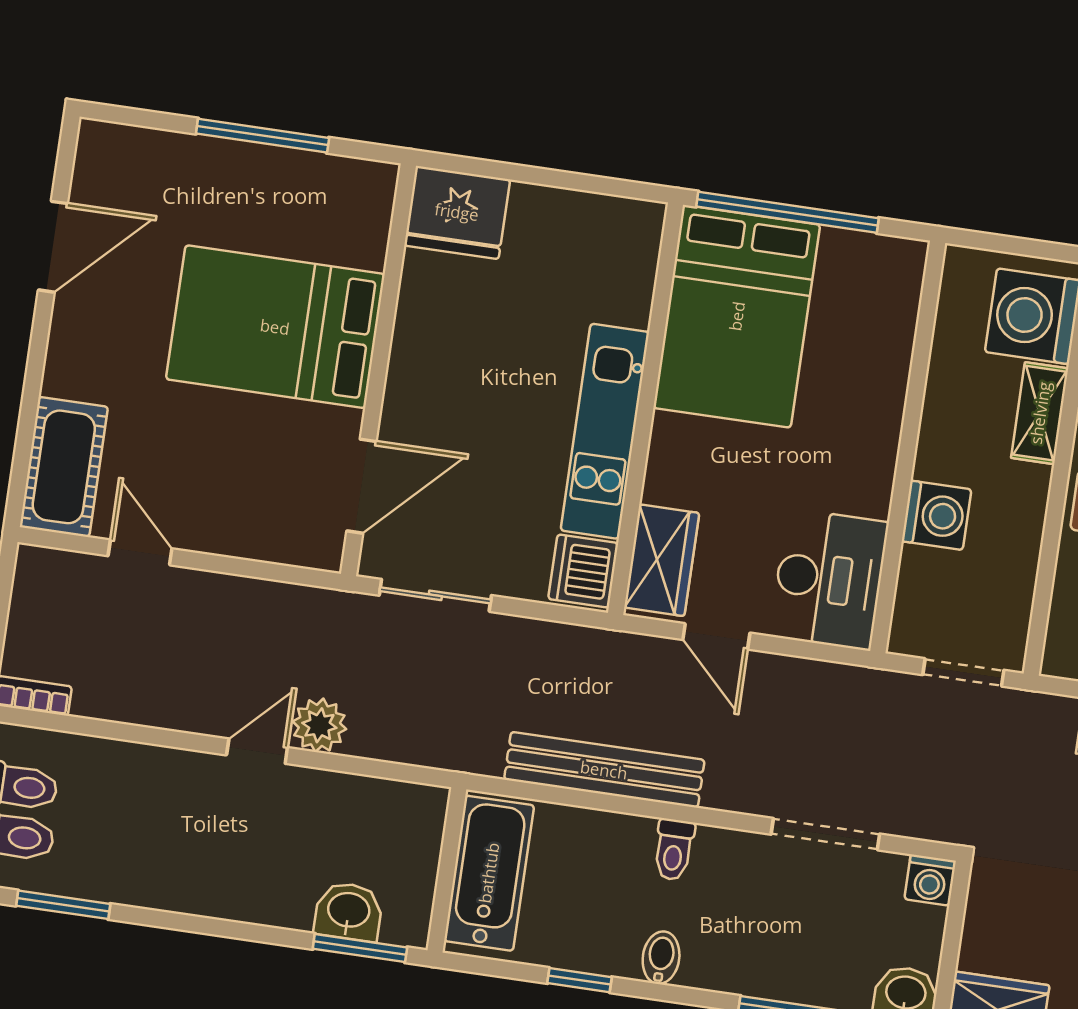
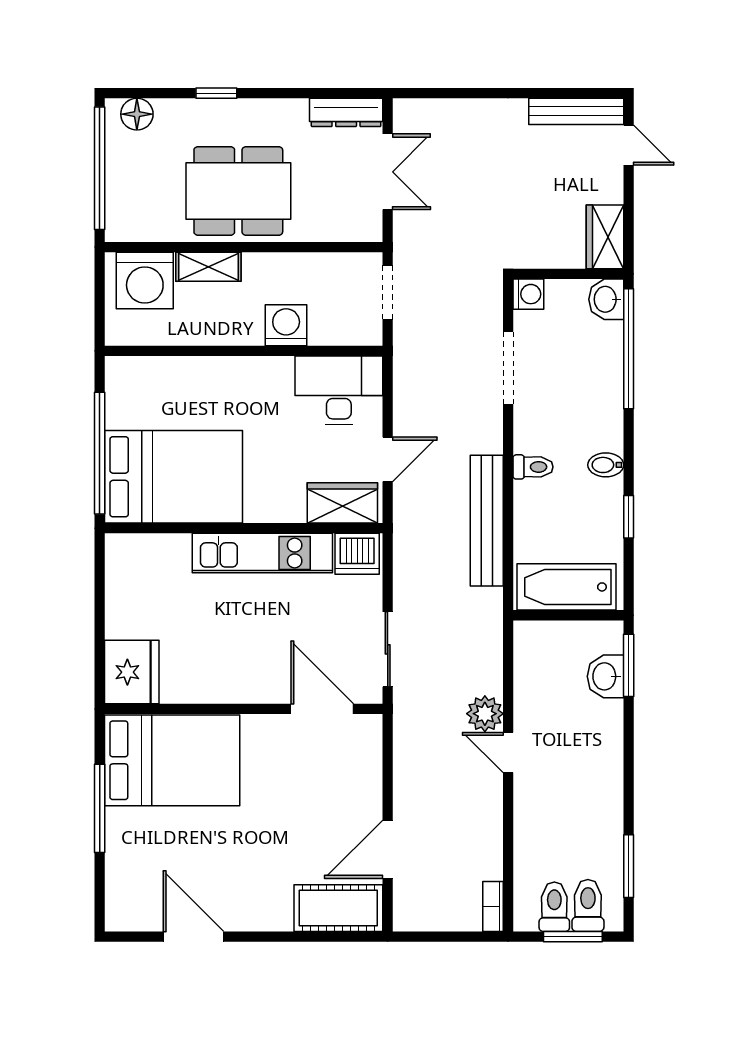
bed: (275, 327) -> (172, 760), moved, turned -90
door: (140, 552) -> (388, 849), width x1.38

